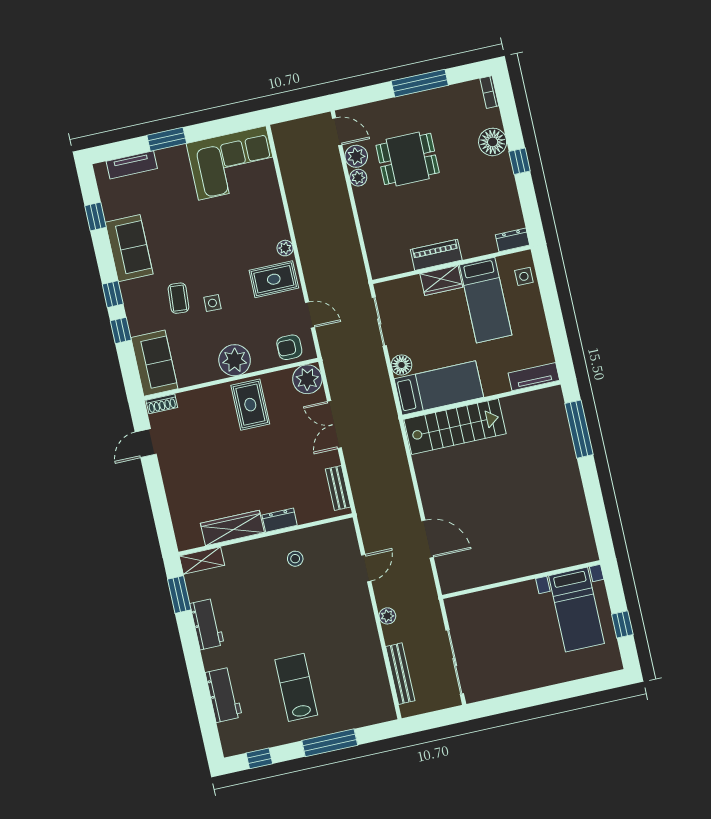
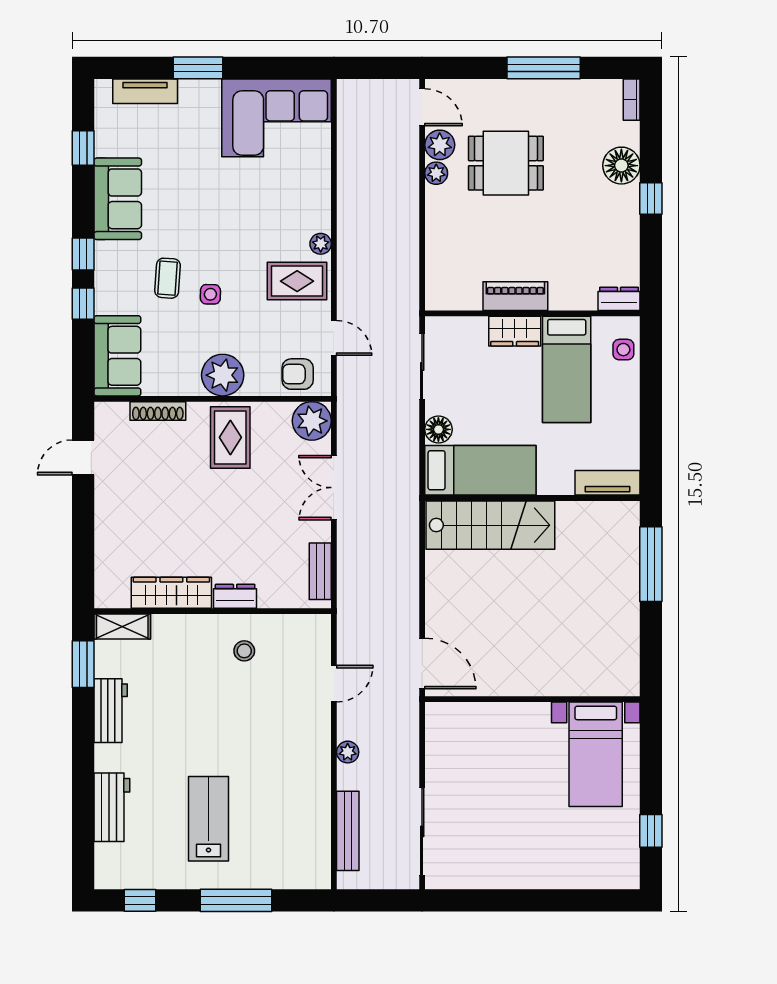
shoe rack: (162, 404) -> (158, 411), moved, width x1.43
wall: (521, 580) -> (532, 699), moved
bed with nightstands: (577, 610) -> (596, 754), moved

